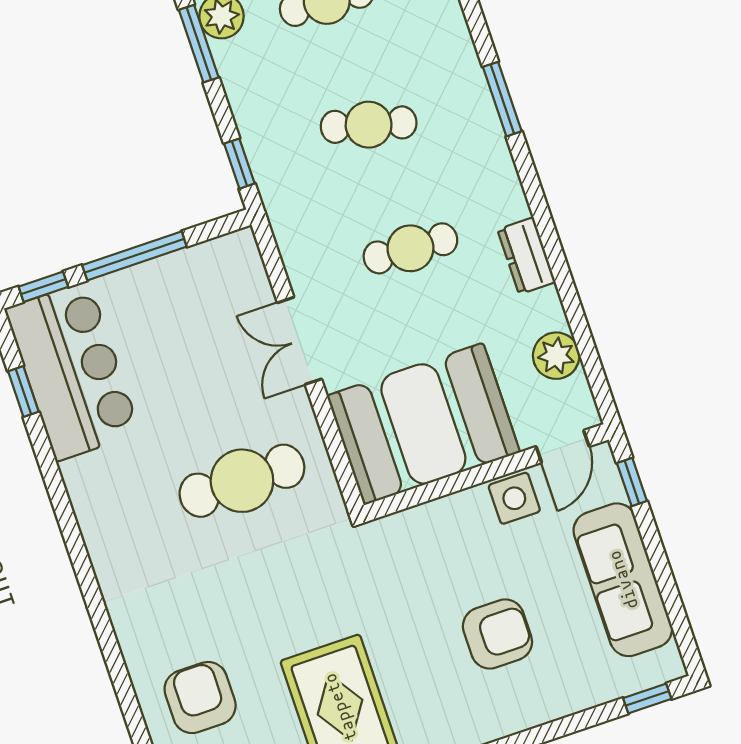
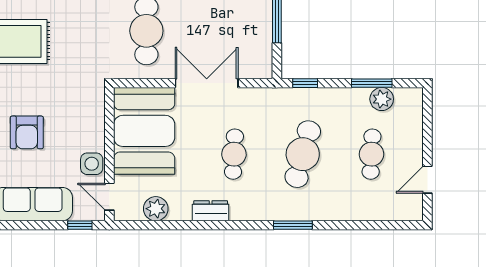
cafe table: (369, 125) -> (303, 154), width x1.37, depth x1.35
double door: (299, 341) -> (207, 83), width x1.37

